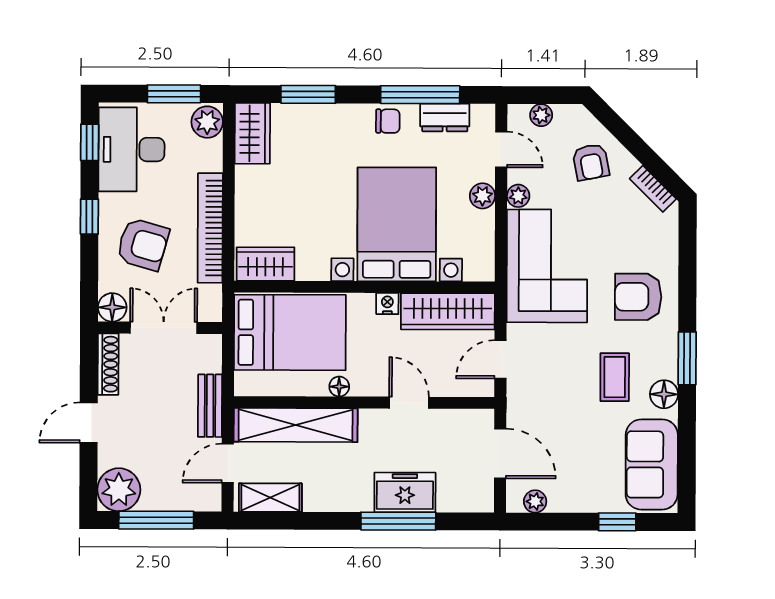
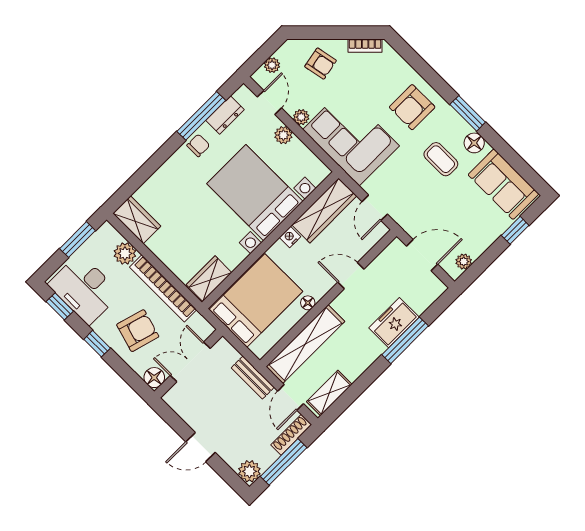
window: (308, 94) -> (145, 172), removed
plant: (207, 122) -> (125, 253), moved
door: (501, 150) -> (269, 102), hinge flipped
shoe rack: (108, 364) -> (291, 435), moved, turned -90
door: (89, 423) -> (201, 447), hinge flipped
plant: (119, 490) -> (249, 471), width x0.73, depth x0.73

